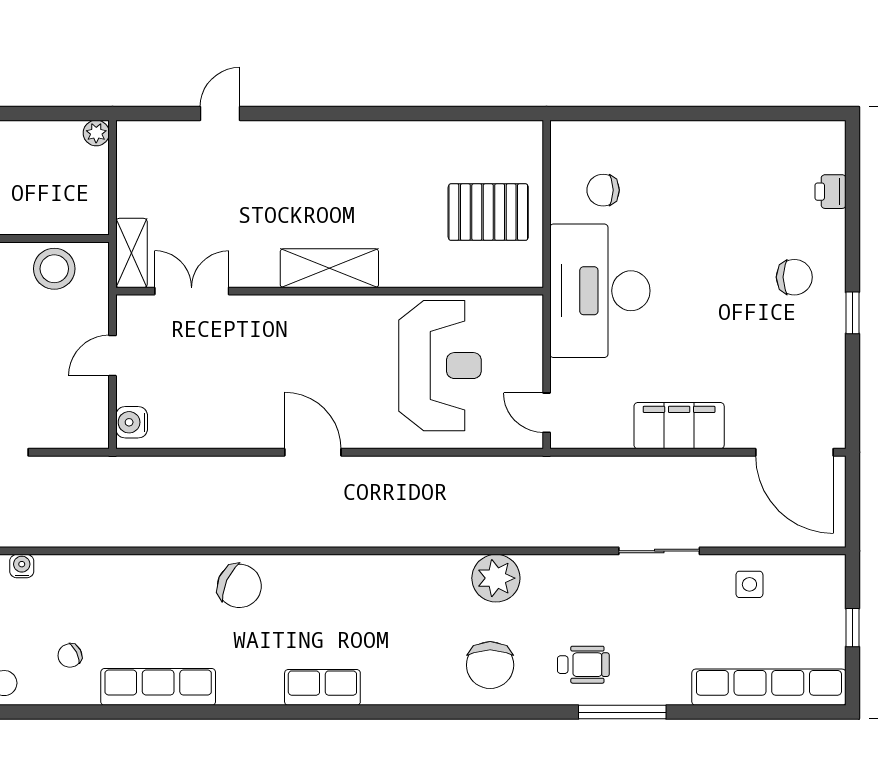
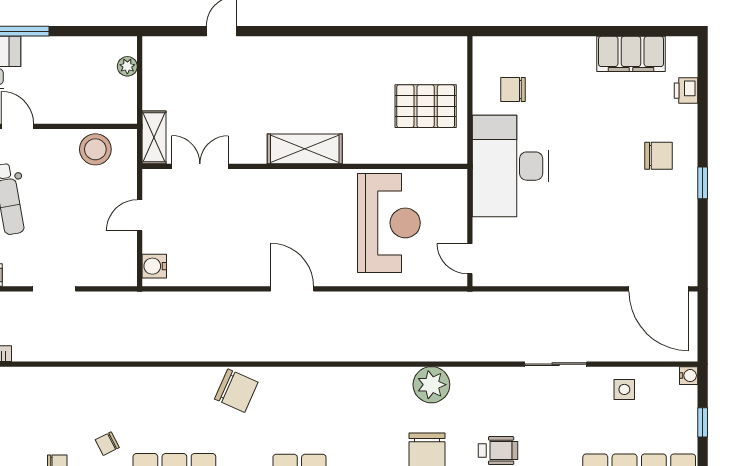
plant: (96, 133) -> (127, 66), moved
filing cabinet: (679, 426) -> (631, 54), moved, turned 180
water cooler: (22, 566) -> (689, 376), moved, turned 90

